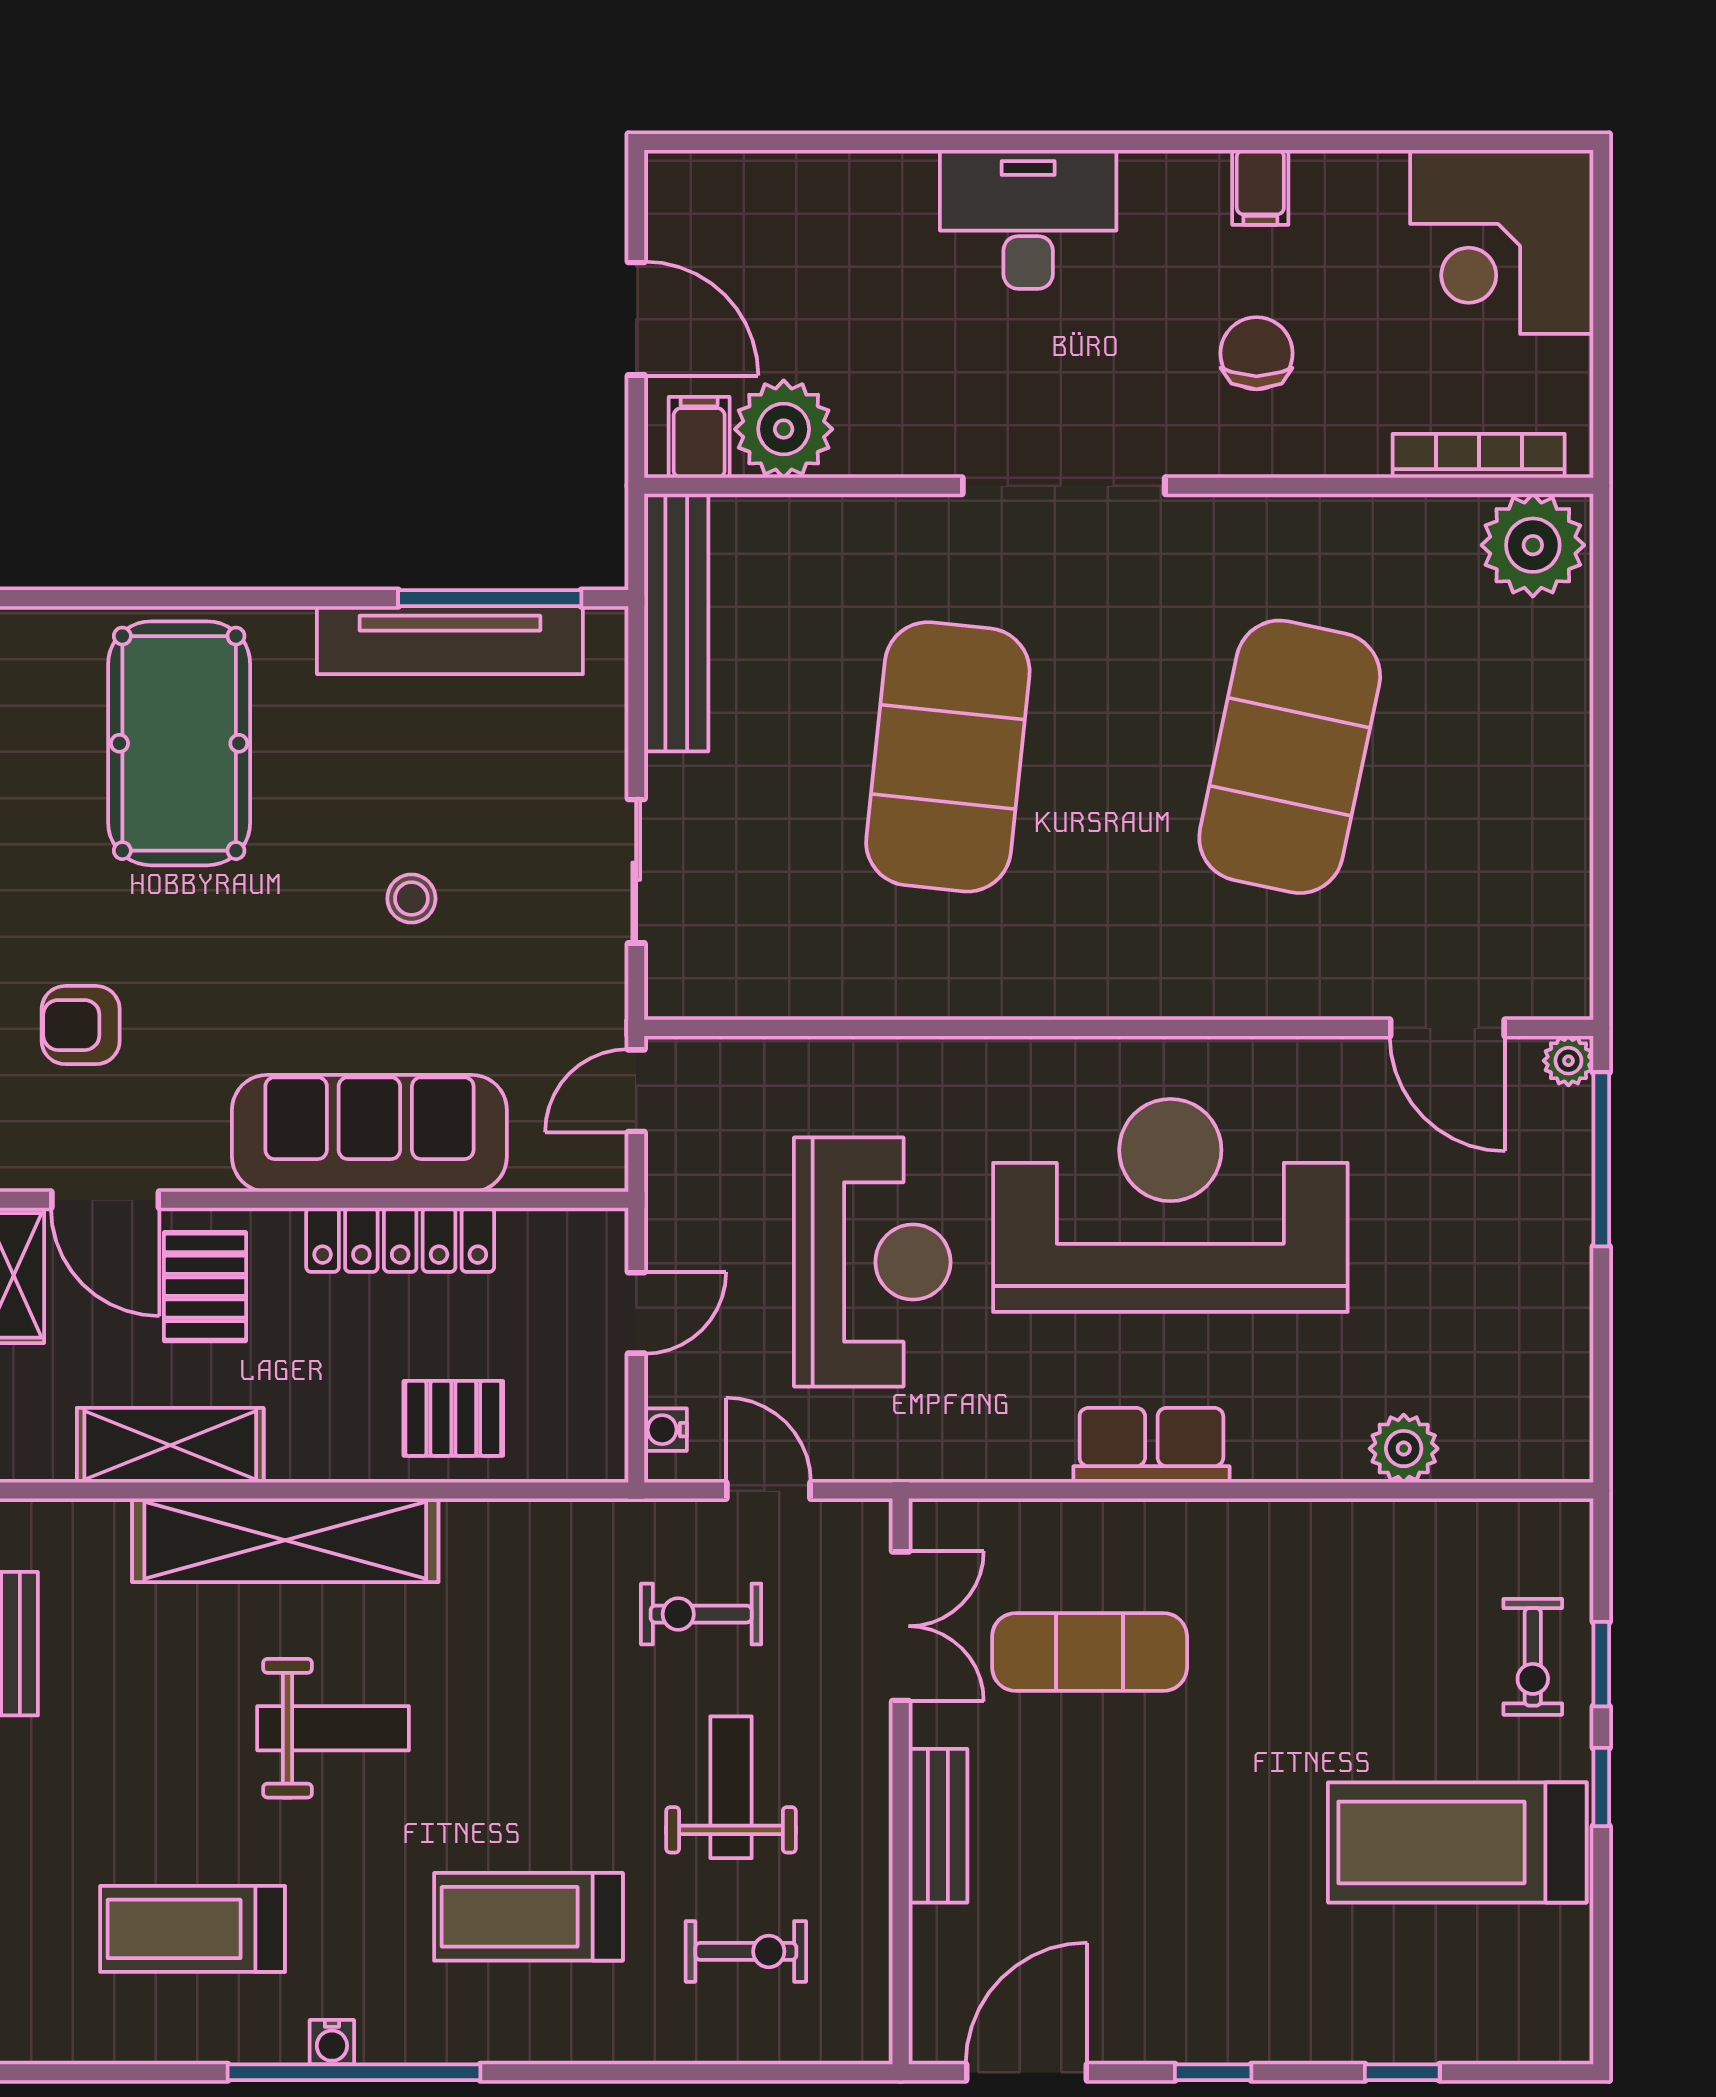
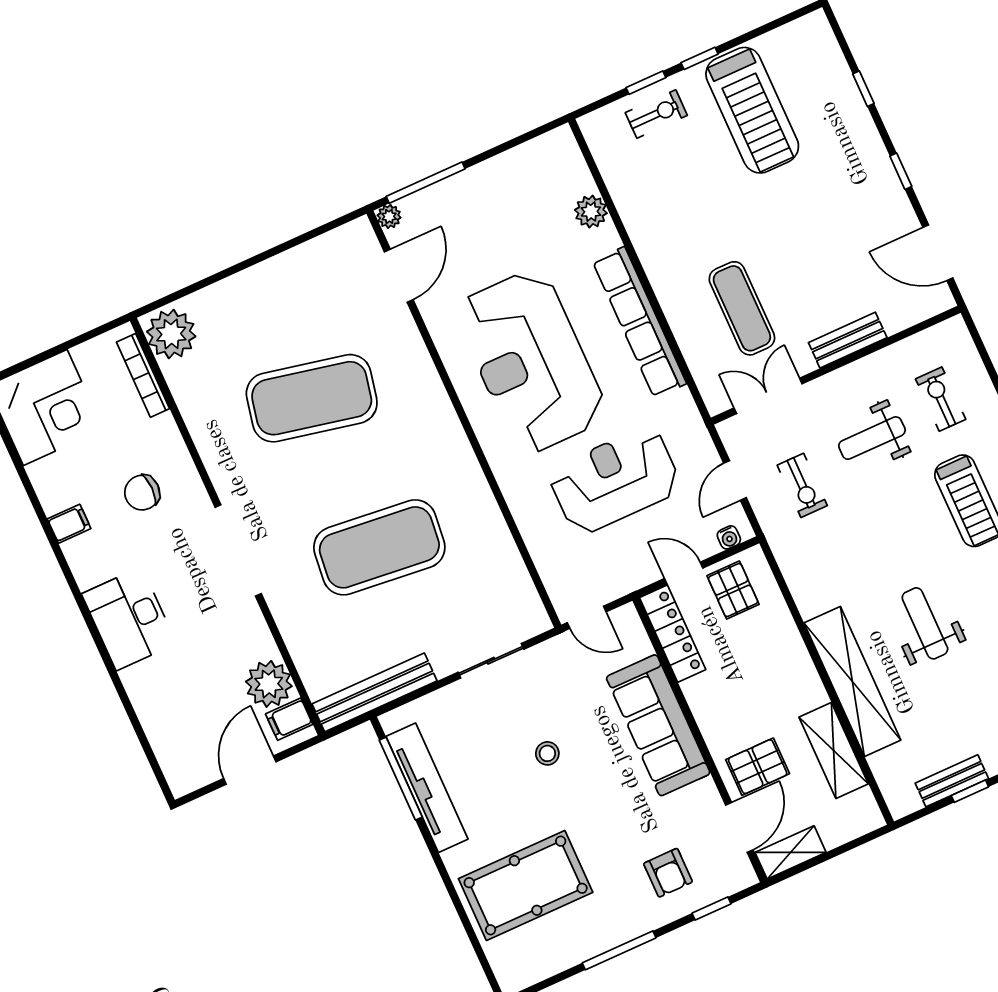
locker: (400, 1240) -> (673, 634), moved
pallet: (453, 1418) -> (733, 590), moved
row of seats: (1151, 1445) -> (639, 322), width x2.02

